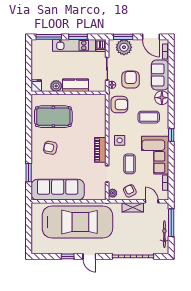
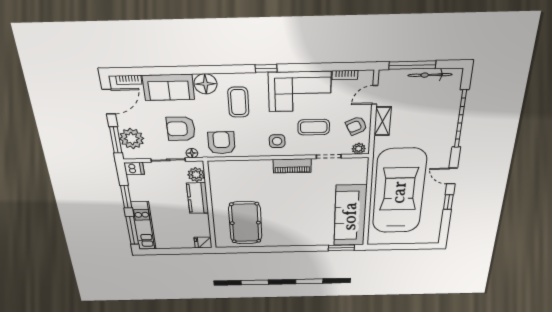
kitchen unit: (74, 45) -> (144, 226), moved
plant: (56, 86) -> (196, 175), moved
armchair: (50, 148) -> (290, 225), removed
window: (29, 173) -> (341, 248), moved
door: (89, 256) -> (452, 176), swing flipped

